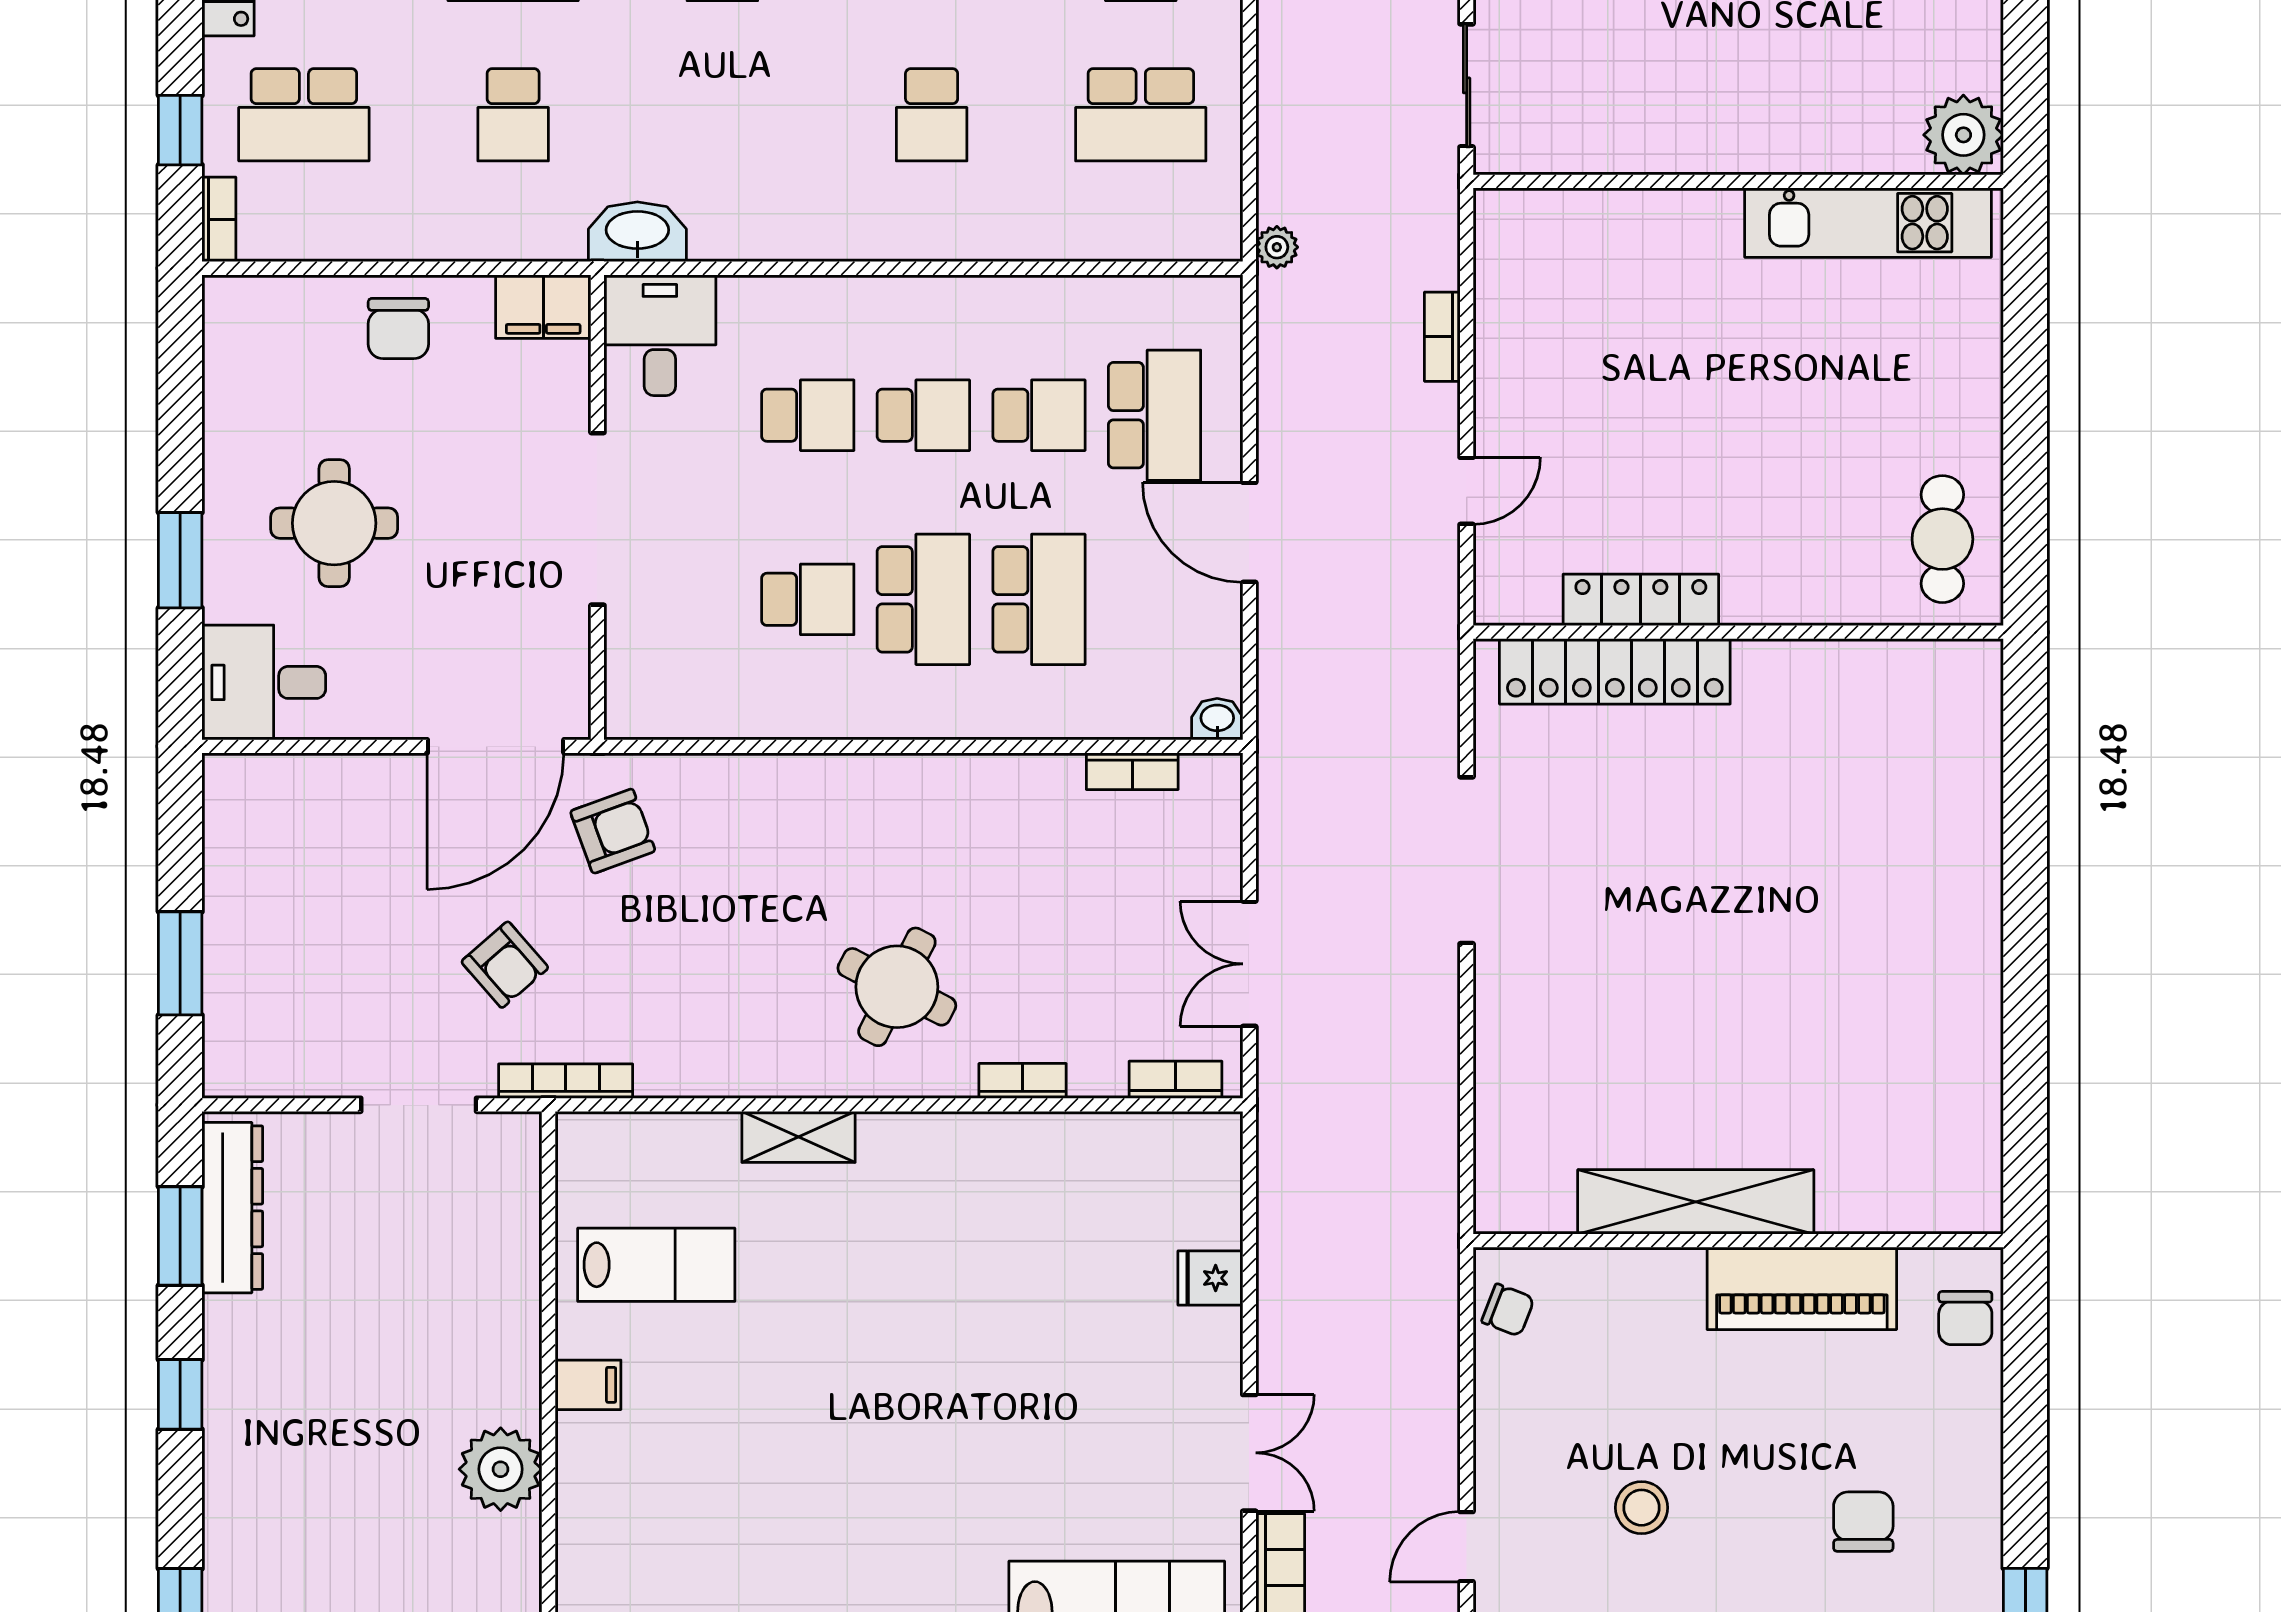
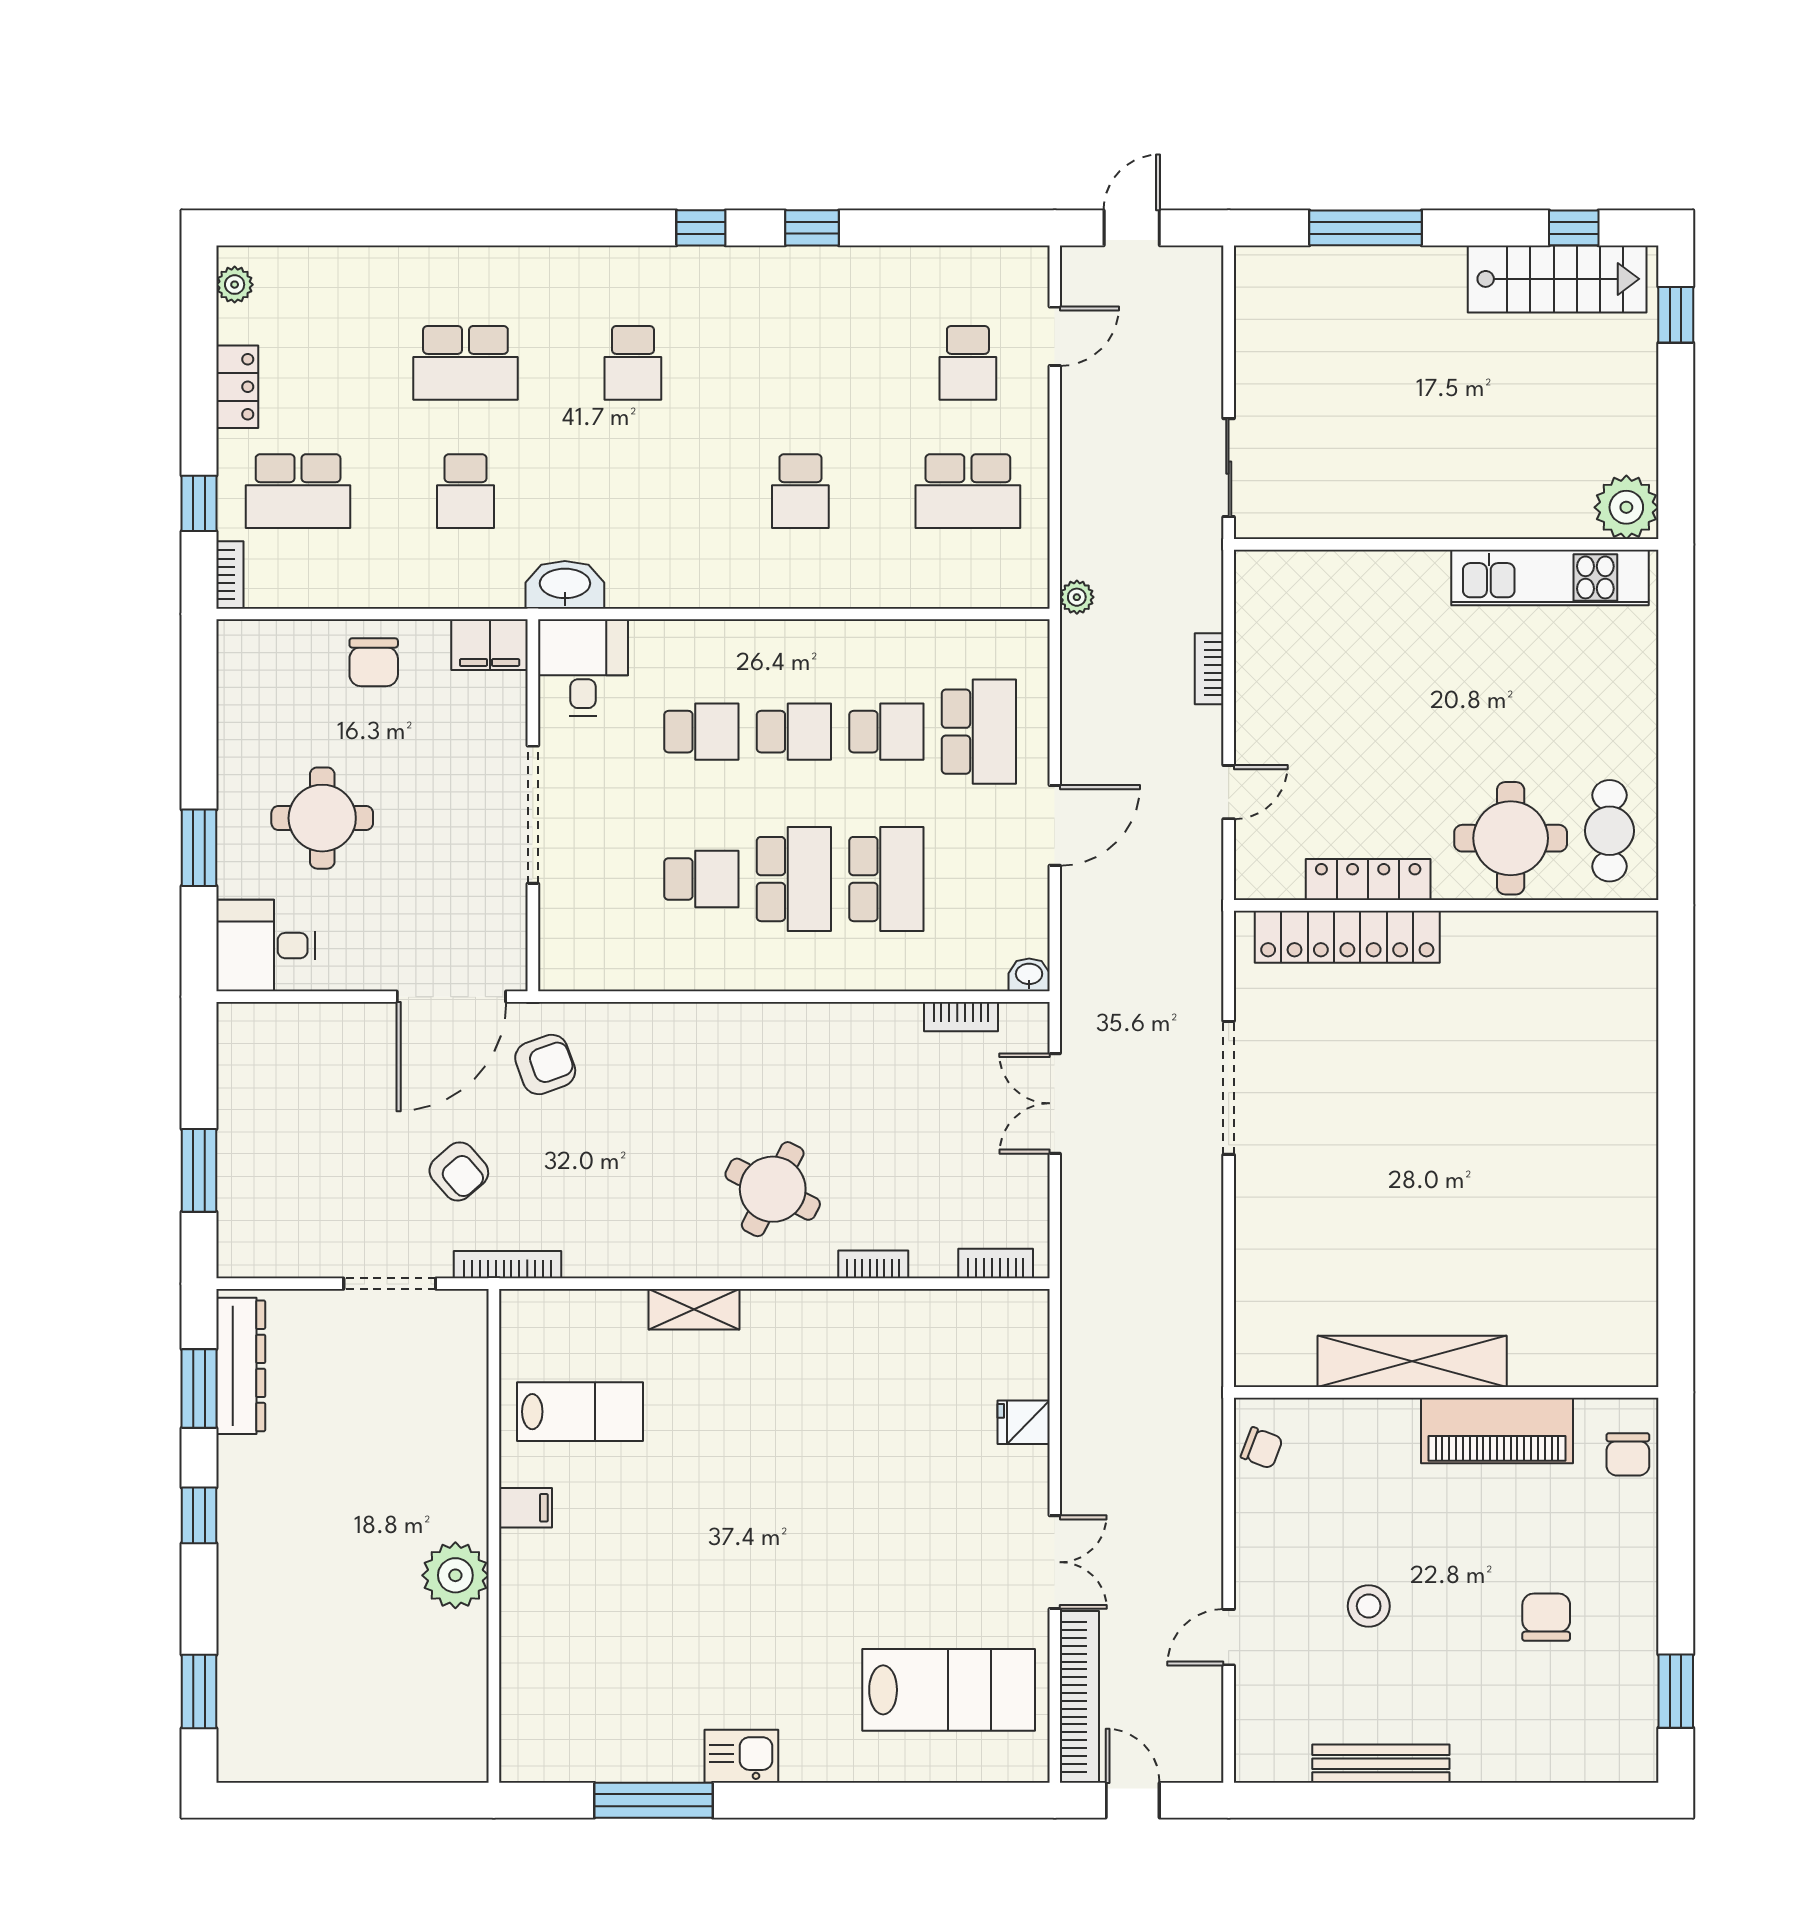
door: (1249, 532) -> (1055, 825), swing flipped
round table: (1819, 548) -> (1511, 838), added
double door: (1249, 964) -> (1055, 1103), moved

